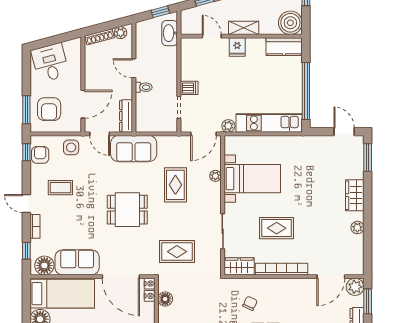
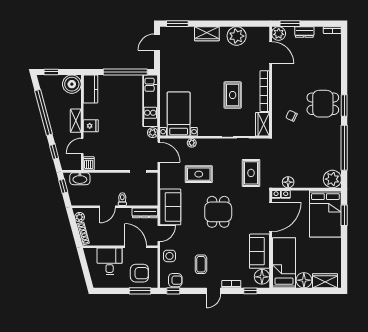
desk: (50, 63) -> (110, 261), moved, turned 105
dishwasher: (189, 88) -> (89, 163), moved
armchair: (40, 155) -> (175, 280), turned 180
bed with nightstands: (252, 179) -> (179, 114), moved
plant: (357, 228) -> (237, 36), width x1.87, depth x1.87

